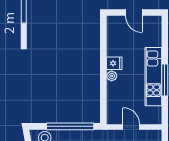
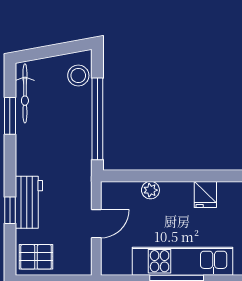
plant: (112, 76) -> (150, 190), moved

